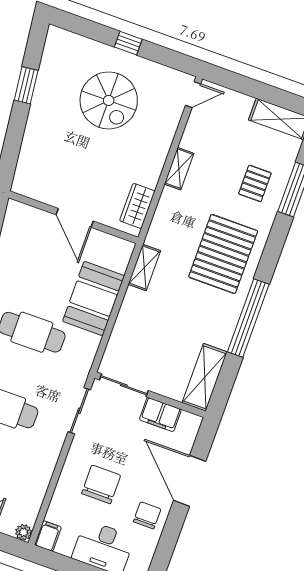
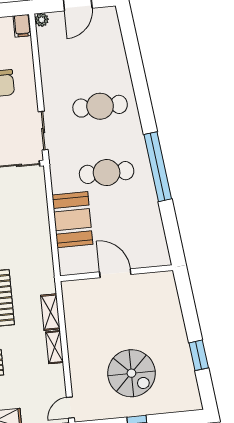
spiral stairs: (109, 100) -> (131, 373), turned 180
wardrobe: (137, 206) -> (73, 304), removed
shelving: (144, 267) -> (50, 312), moved

